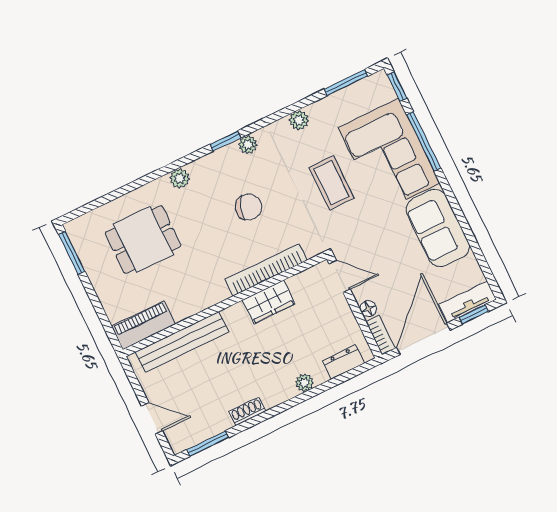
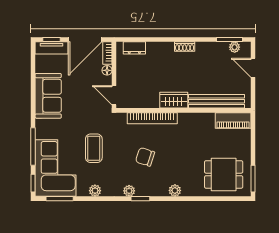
corner sofa: (389, 155) -> (56, 168), moved
dining table: (143, 239) -> (224, 174), moved
wardrobe: (269, 302) -> (174, 100), moved
plant: (304, 383) -> (235, 47), moved
shoe rack: (247, 411) -> (185, 47), moved

